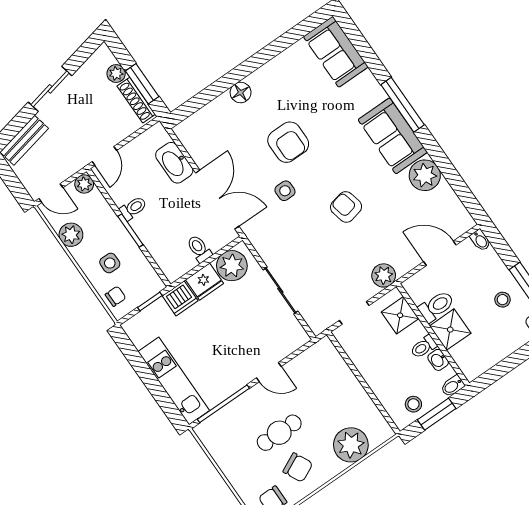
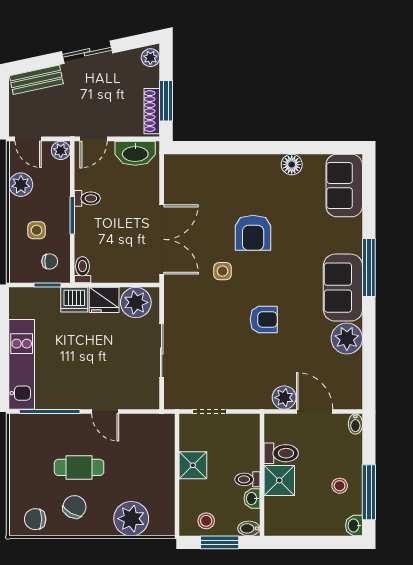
plant: (116, 74) -> (150, 58), moved
floor lamp: (241, 92) -> (292, 165), moved
washbasin: (174, 163) -> (135, 153), moved, turned -90
armchair: (346, 207) -> (264, 319), turned 103
toilet: (199, 249) -> (82, 270), moved
plant: (384, 275) -> (284, 398), moved
chair: (116, 296) -> (50, 261), moved
shower: (400, 315) -> (193, 465), moved
chair: (298, 467) -> (74, 507), turned -125

